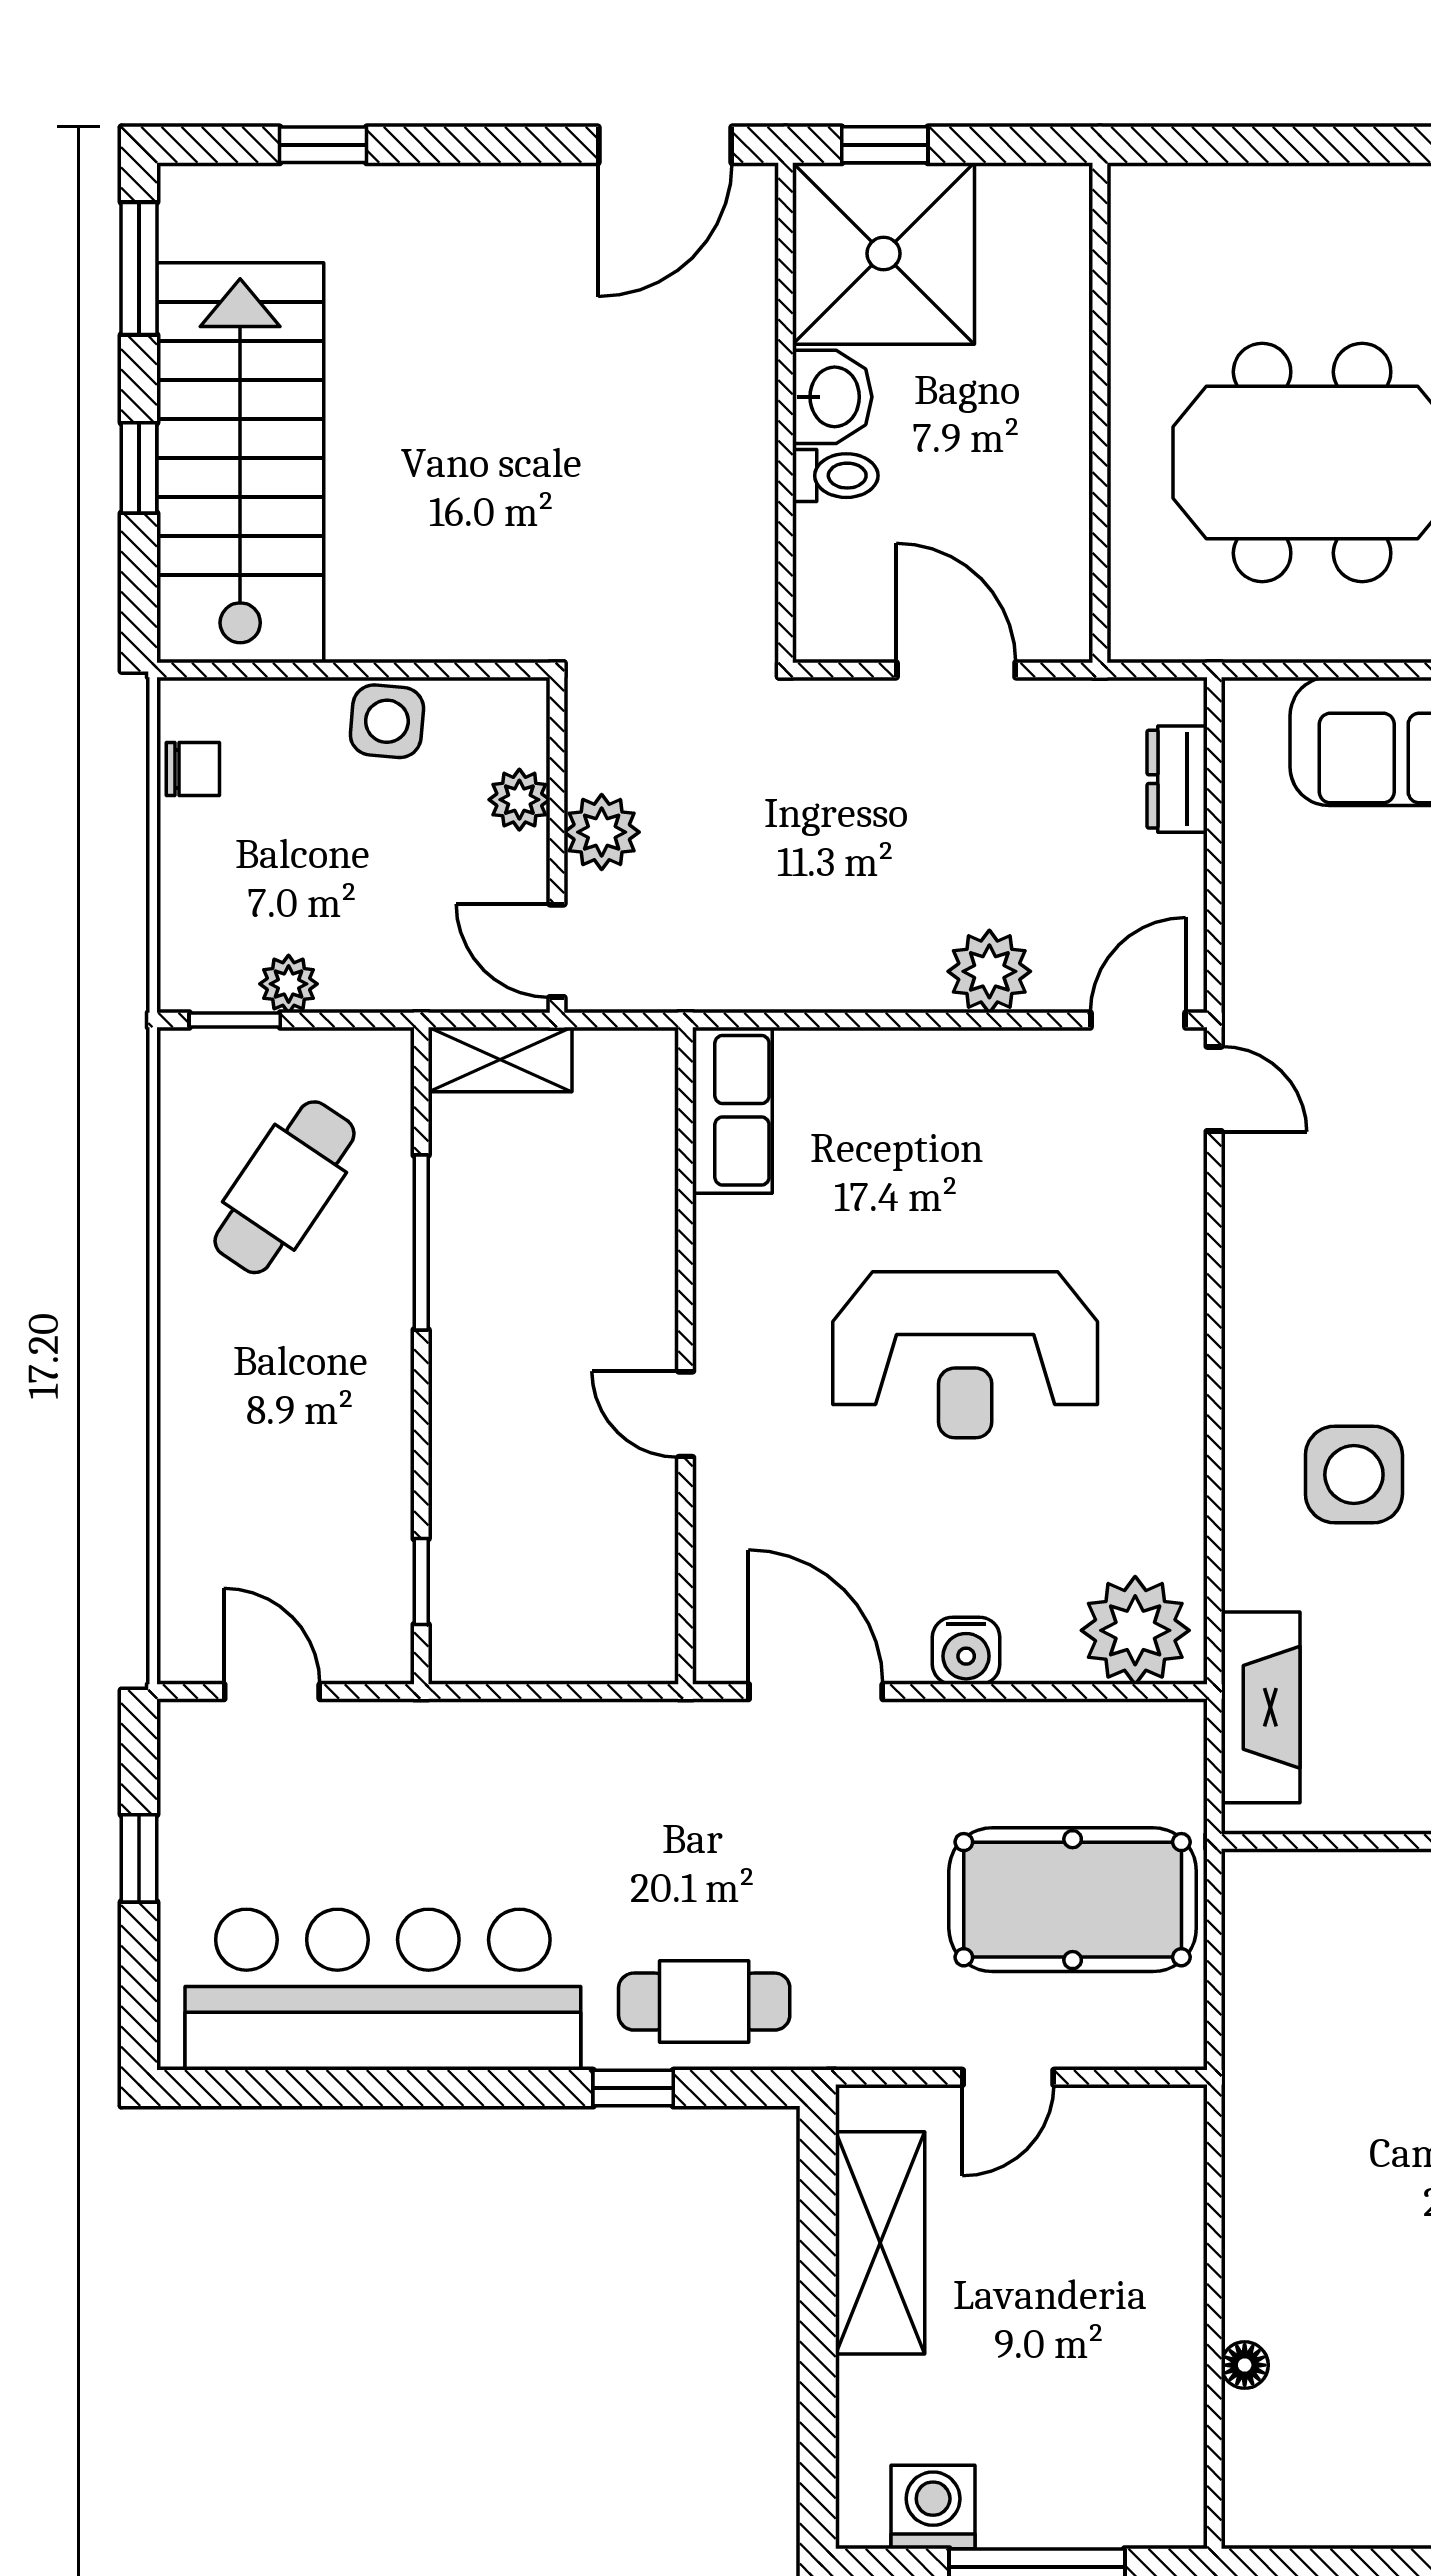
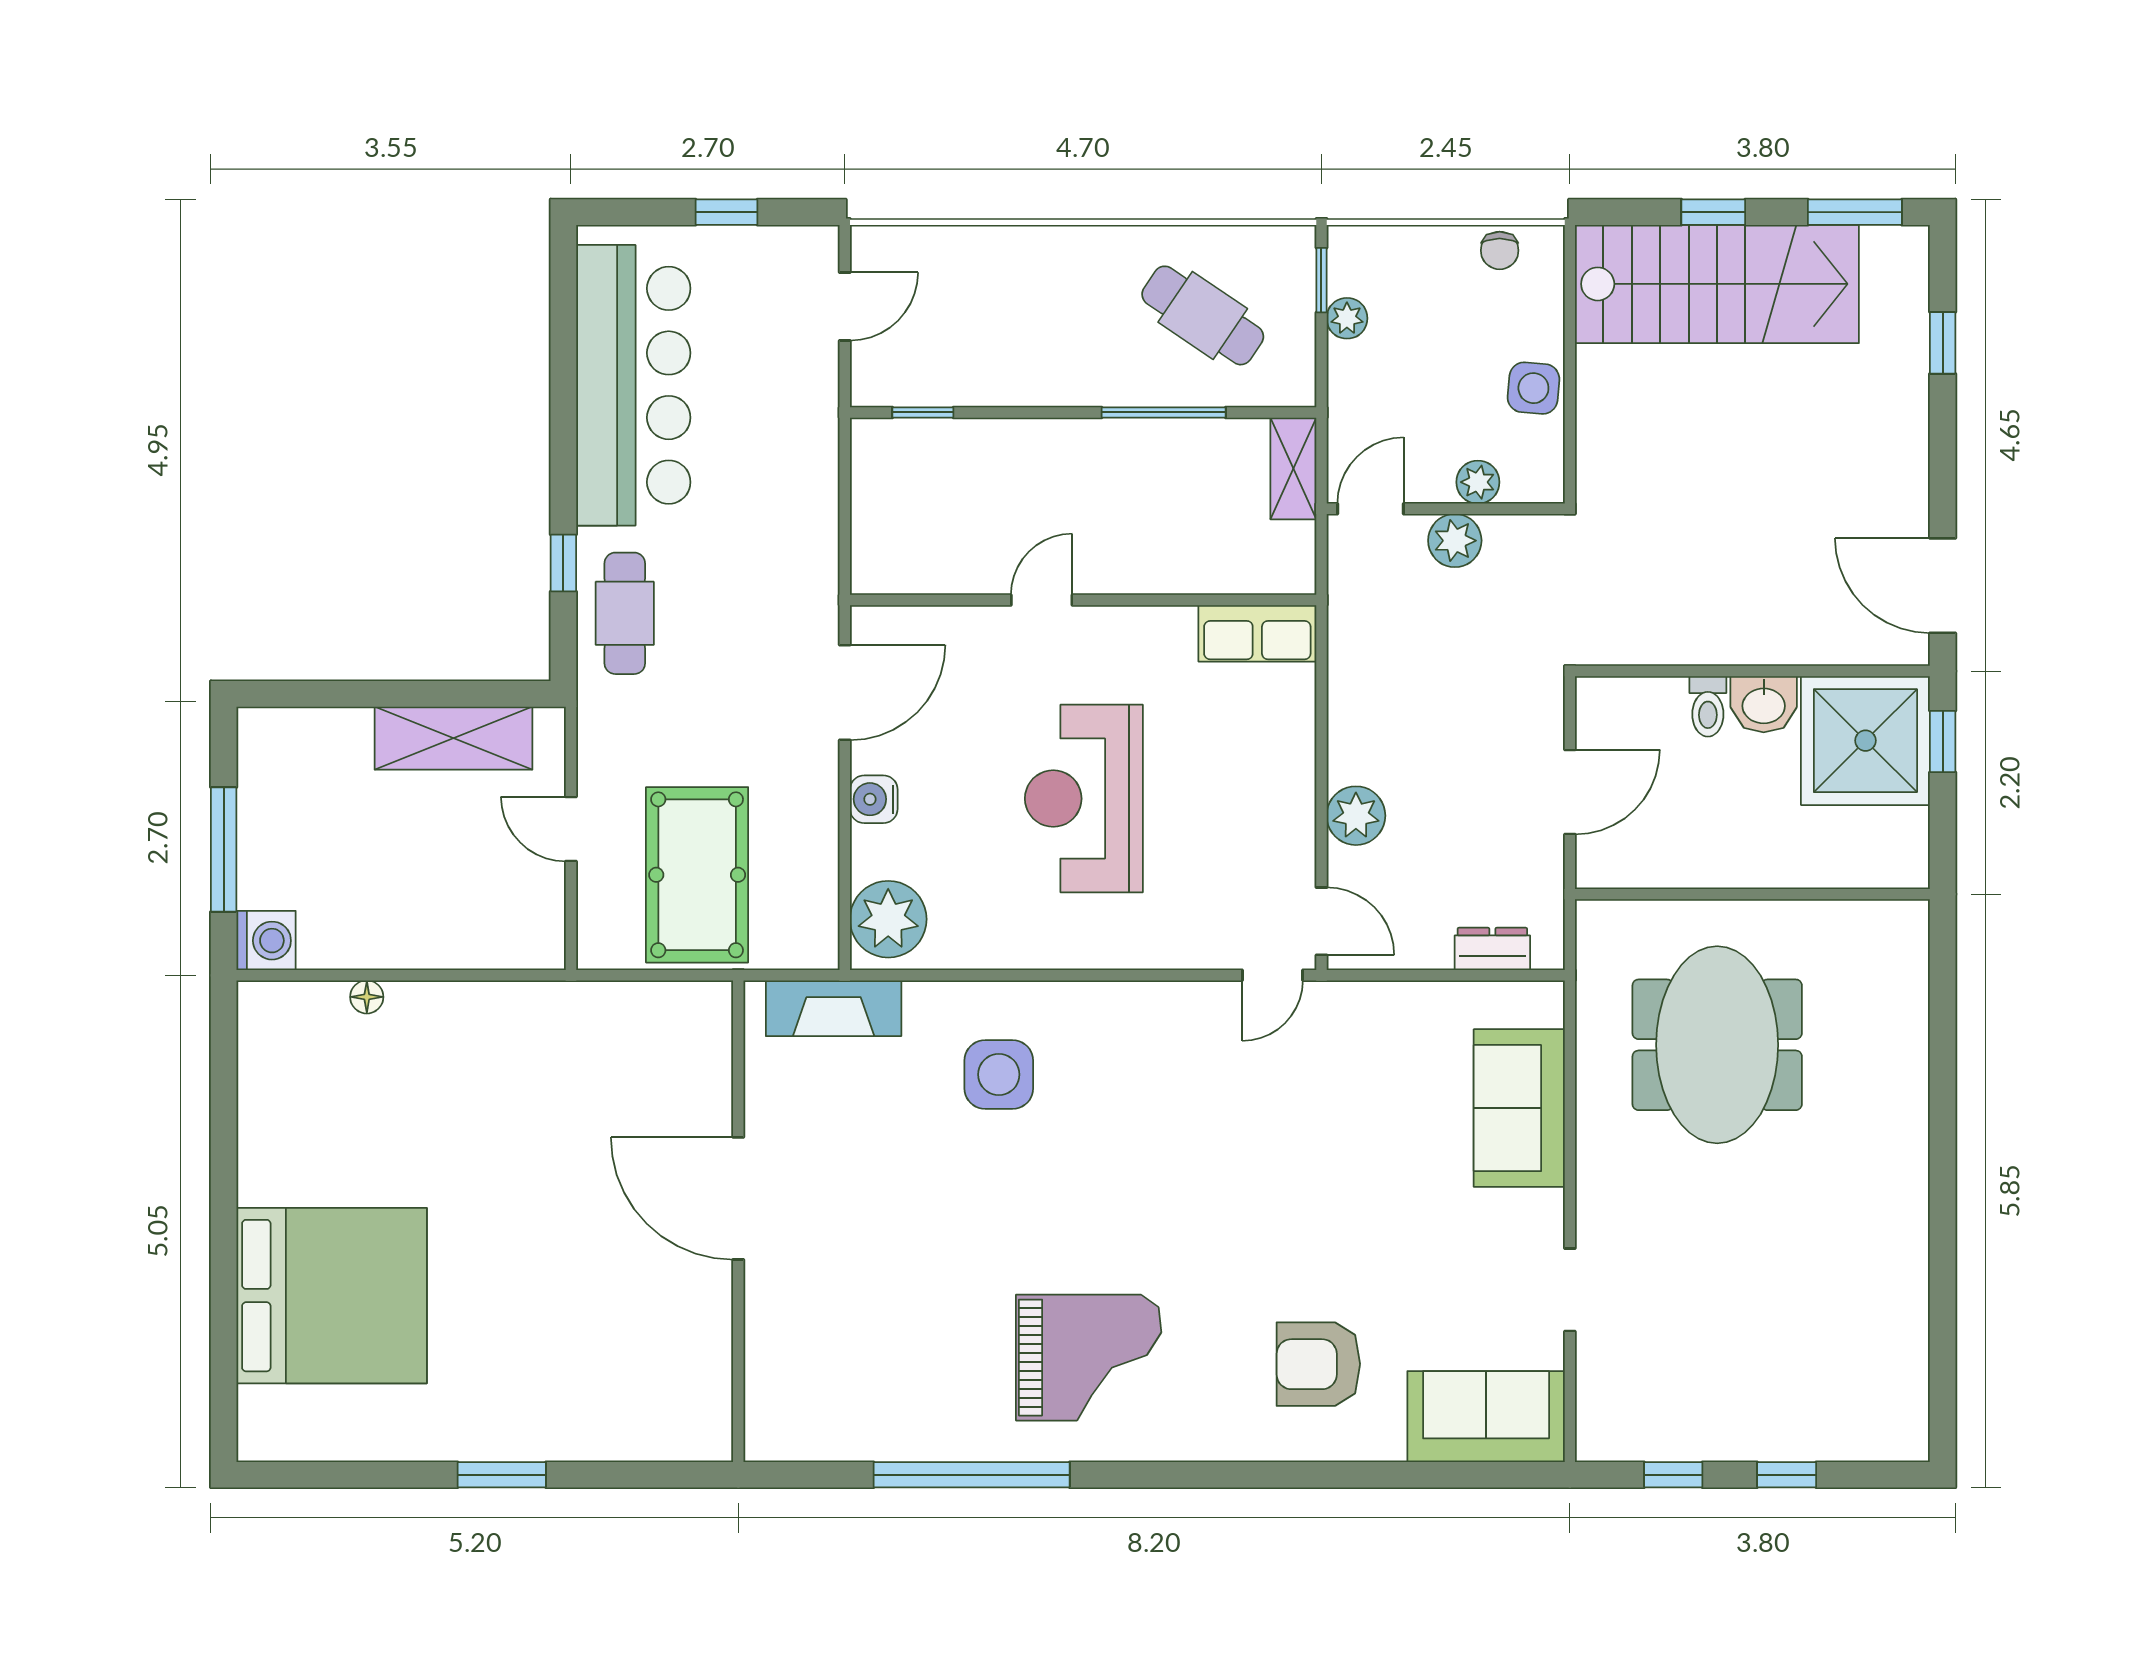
washing machine: (933, 2507) -> (266, 941), moved

